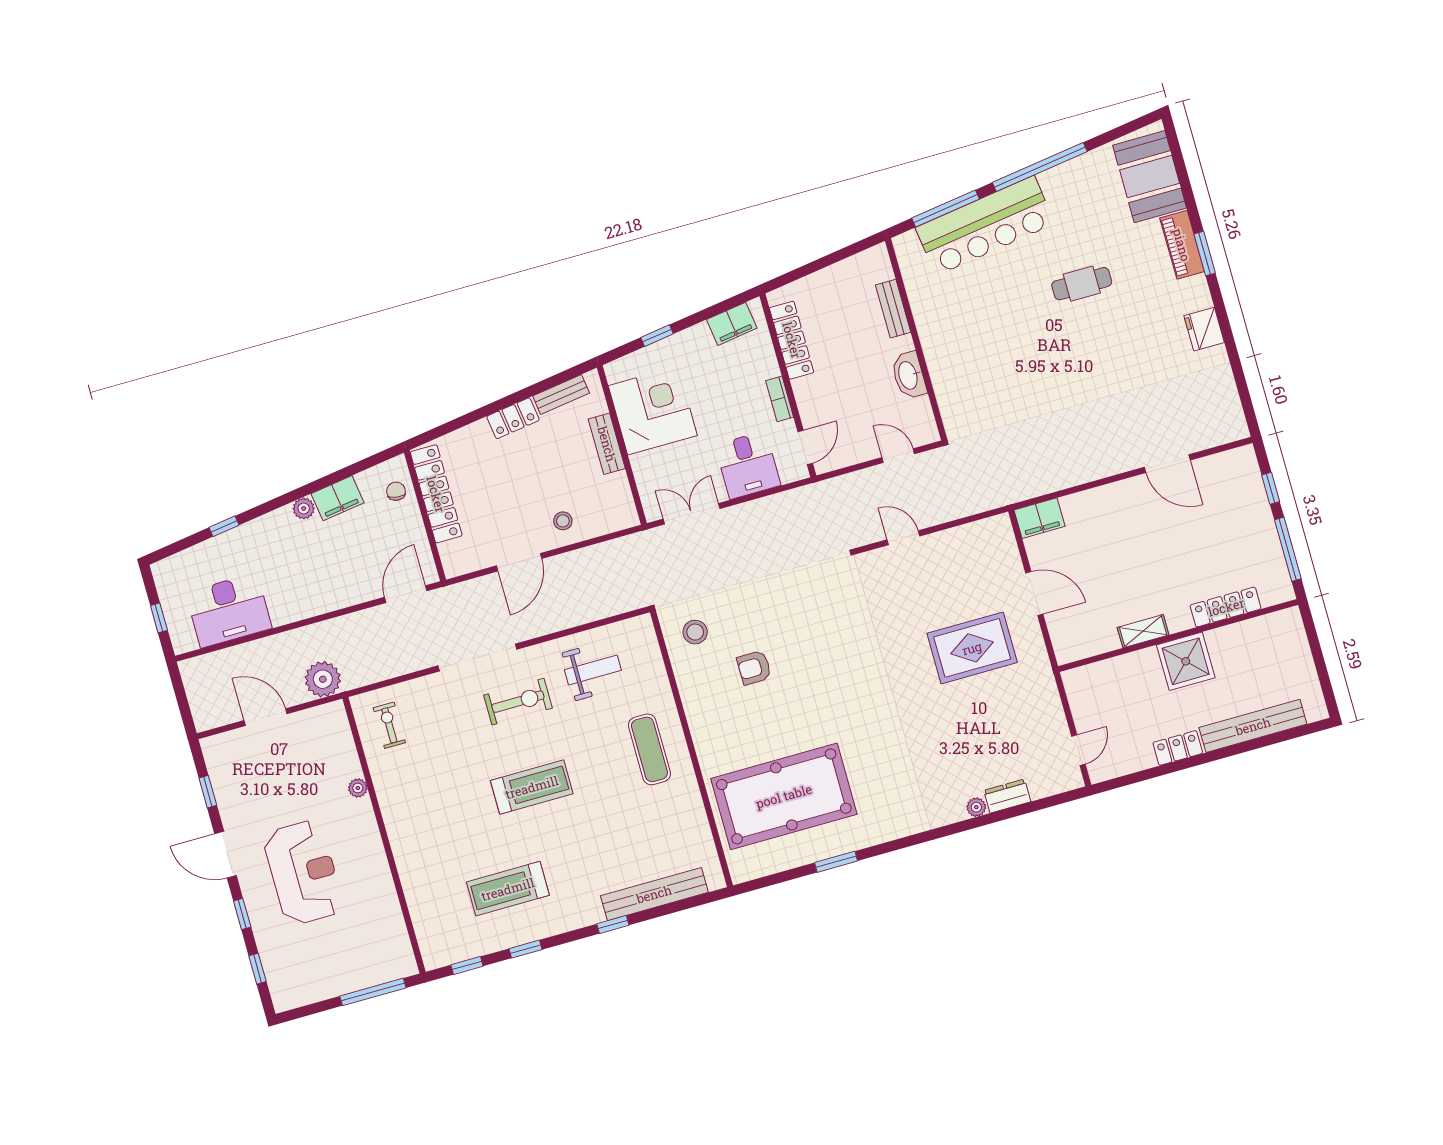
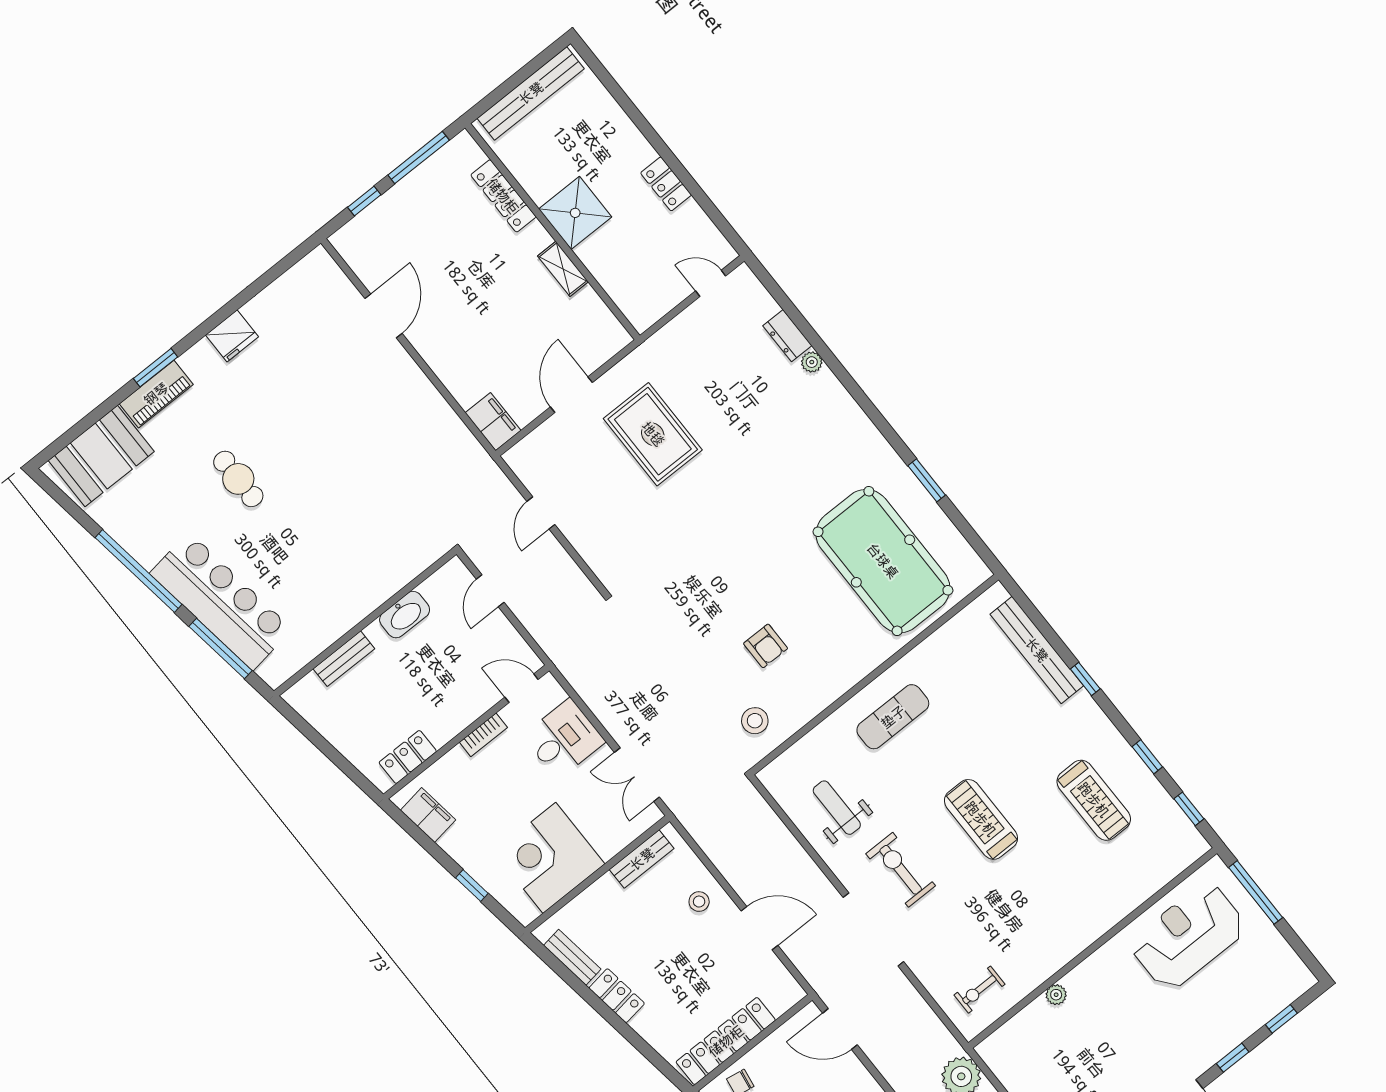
locker: (792, 340) -> (408, 757), width x0.66
bench: (607, 444) -> (642, 859), moved
door: (903, 538) -> (541, 513), moved
bench: (1253, 726) -> (531, 93), moved, turned 90
reception desk: (303, 872) -> (1188, 936), moved

